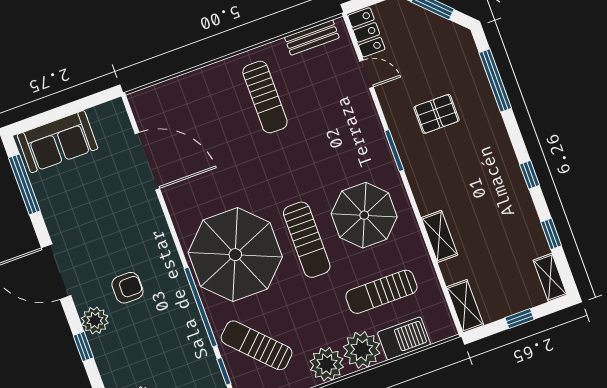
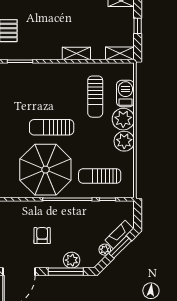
parasol: (364, 215) -> (50, 91), removed
sun lounger: (307, 240) -> (52, 127), turned 180
plant: (95, 320) -> (72, 260), moved
sun lounger: (257, 345) -> (100, 176), turned 44
window: (83, 347) -> (66, 272), width x2.17

